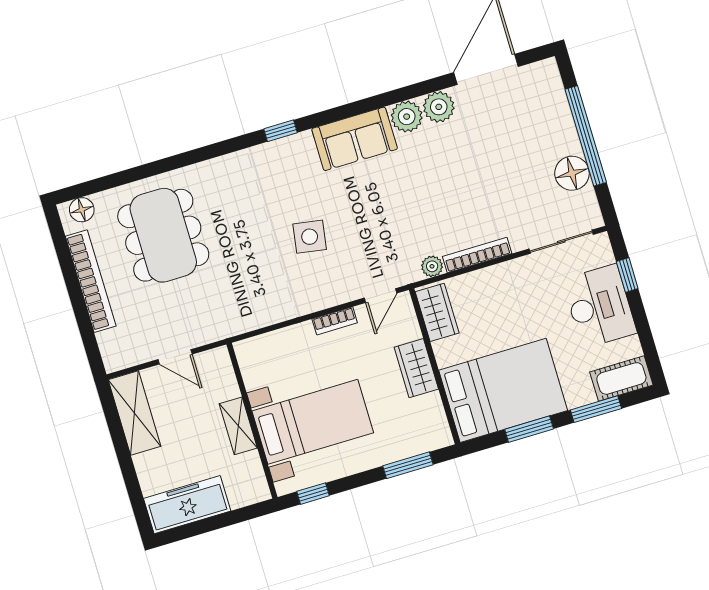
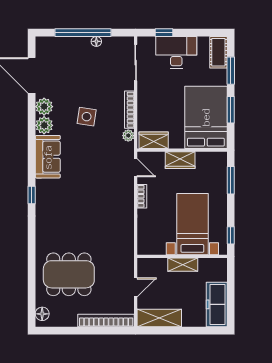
floor lamp: (572, 173) -> (96, 41), width x0.53, depth x0.53
side table: (310, 237) -> (87, 117), moved
bookcase: (91, 281) -> (106, 320), moved

